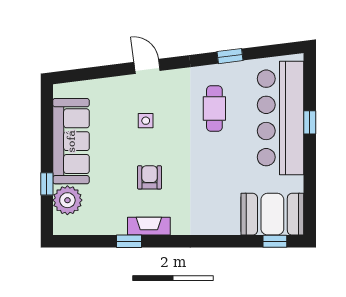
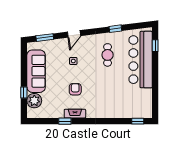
door: (147, 66) -> (74, 34), swing flipped
window: (89, 74) -> (45, 38), added
window: (310, 122) -> (155, 46), moved
booth: (272, 214) -> (136, 108), removed

